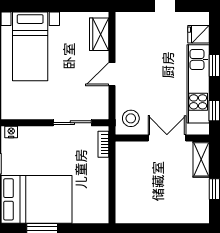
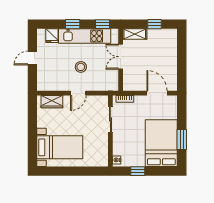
door: (112, 74) -> (78, 93), hinge flipped
stool: (131, 118) -> (81, 67), moved
door: (112, 193) -> (157, 93), added

